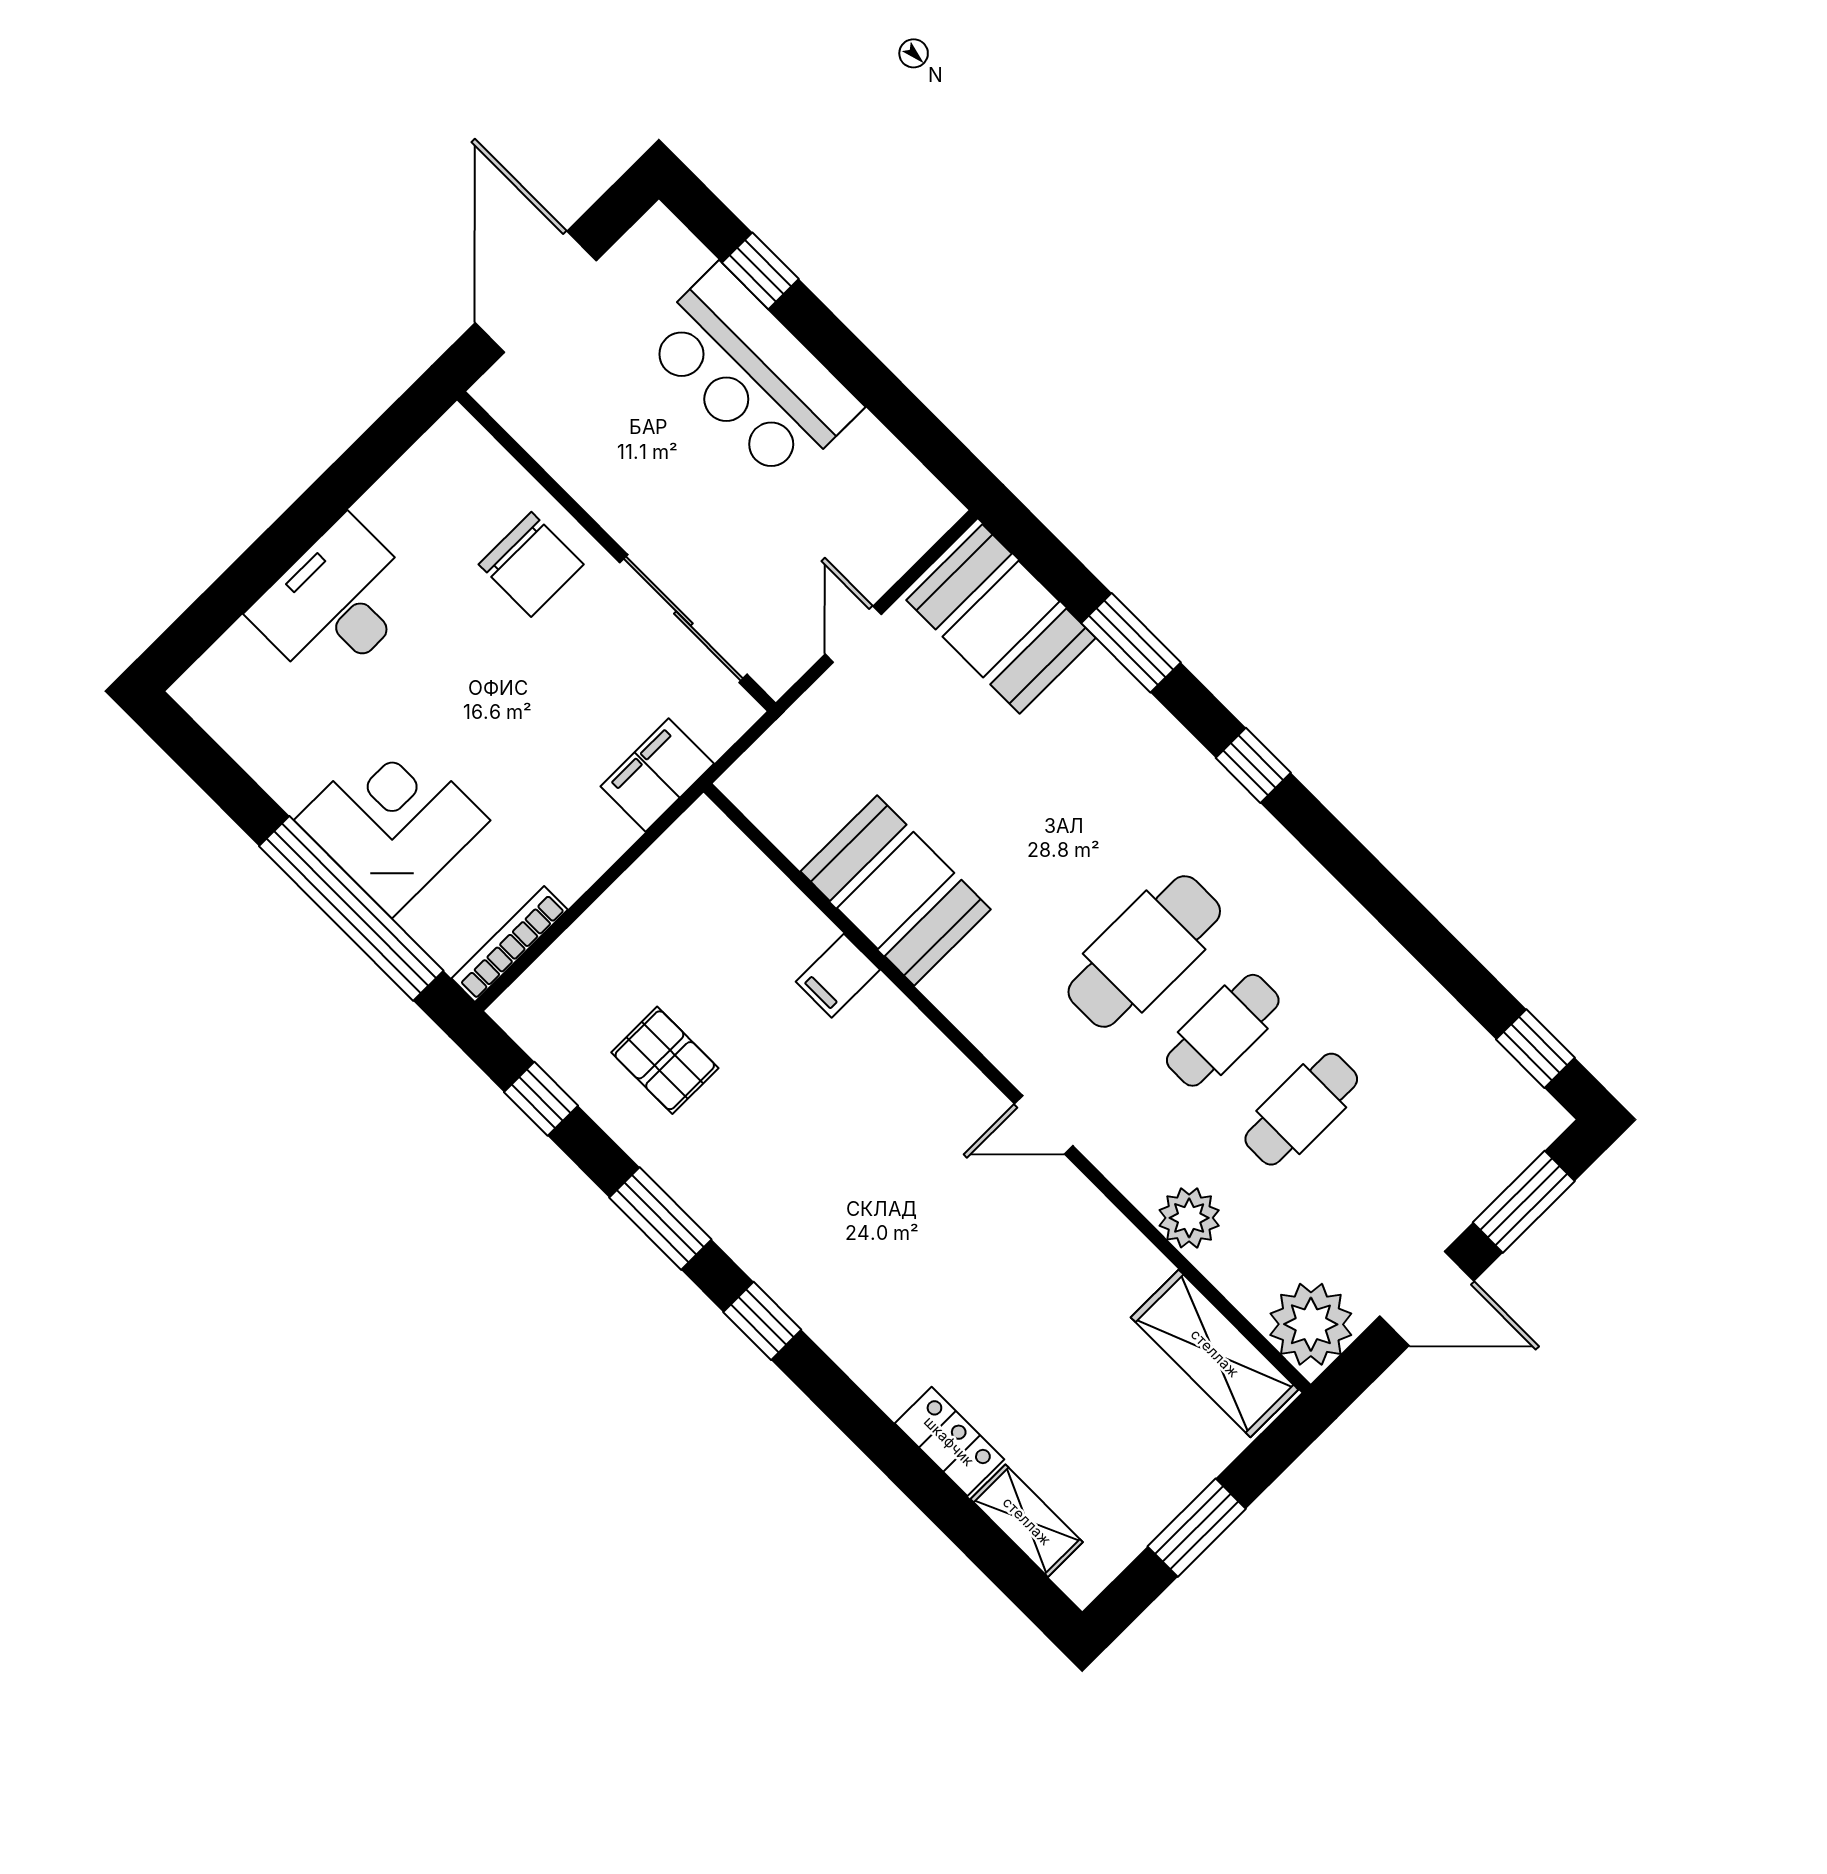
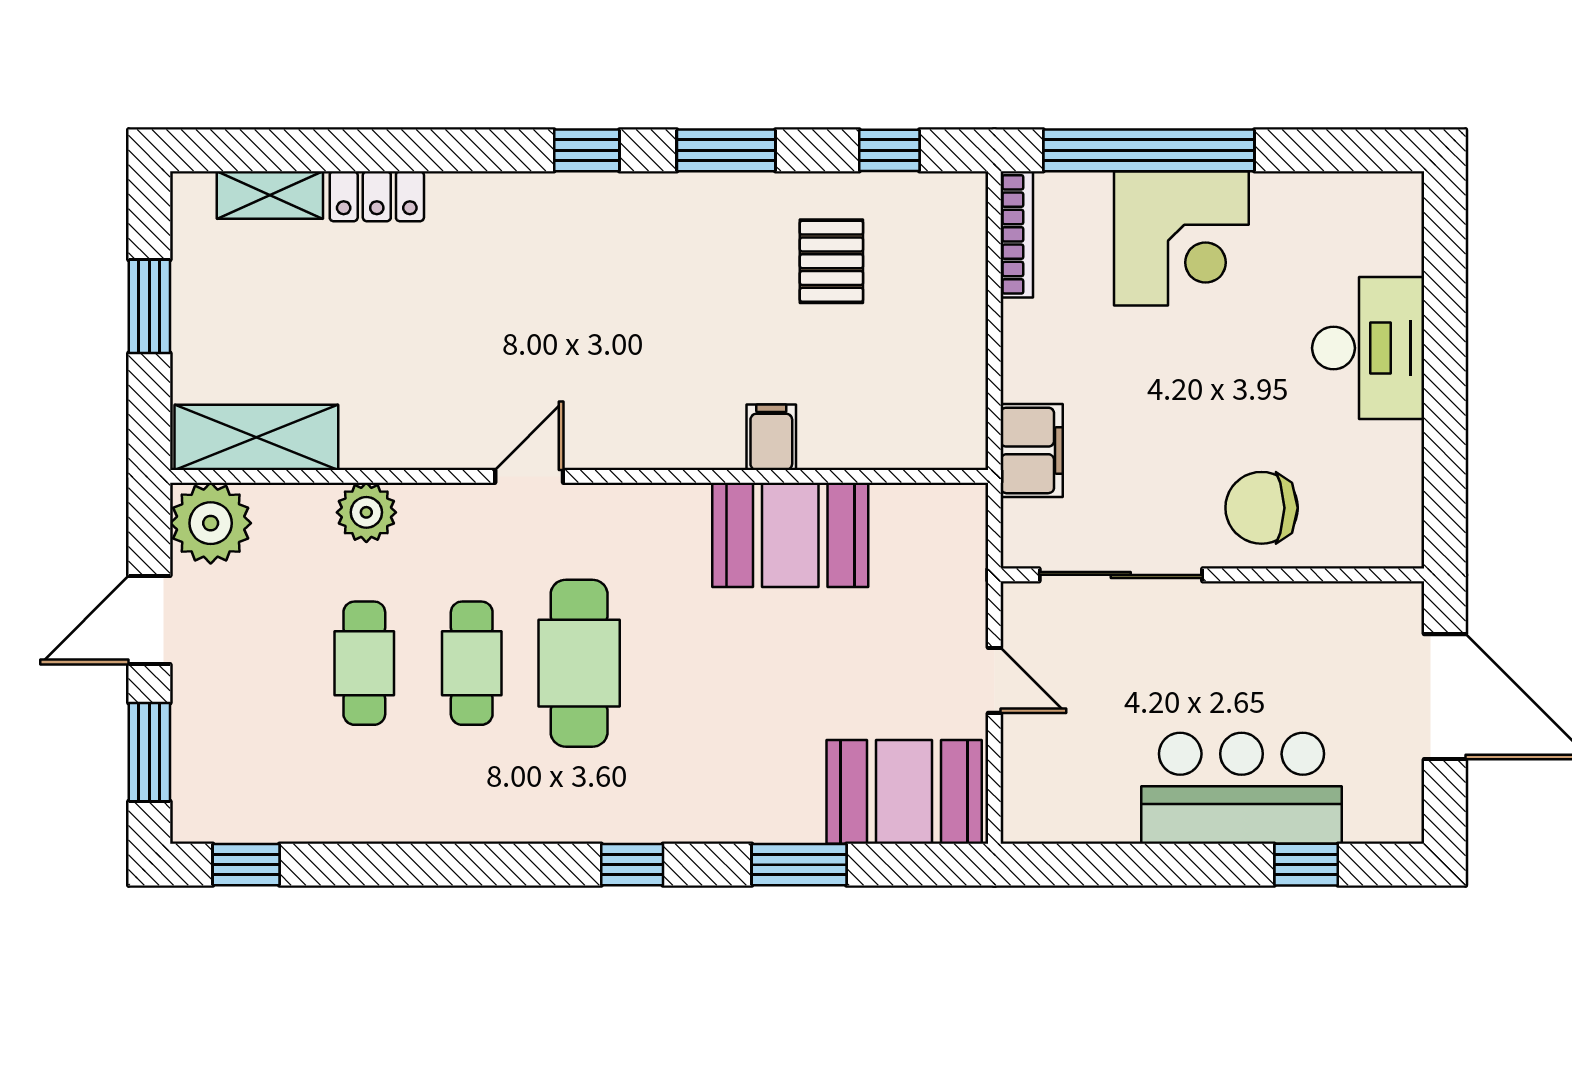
pallet: (665, 1060) -> (831, 261), turned 90

